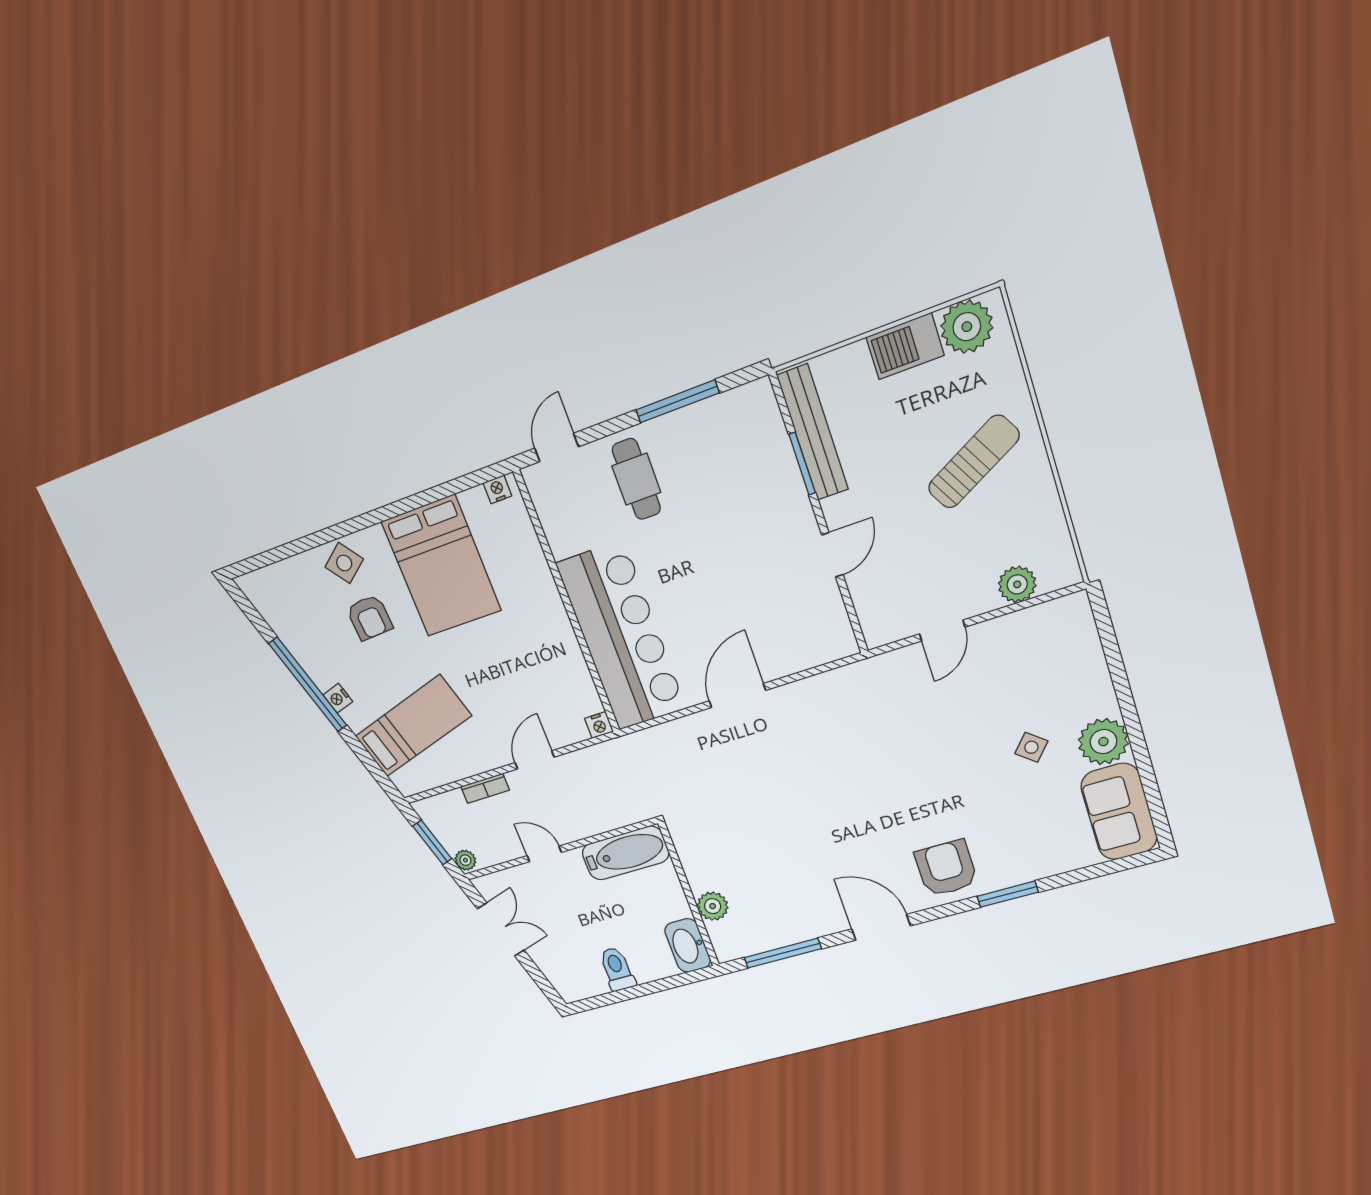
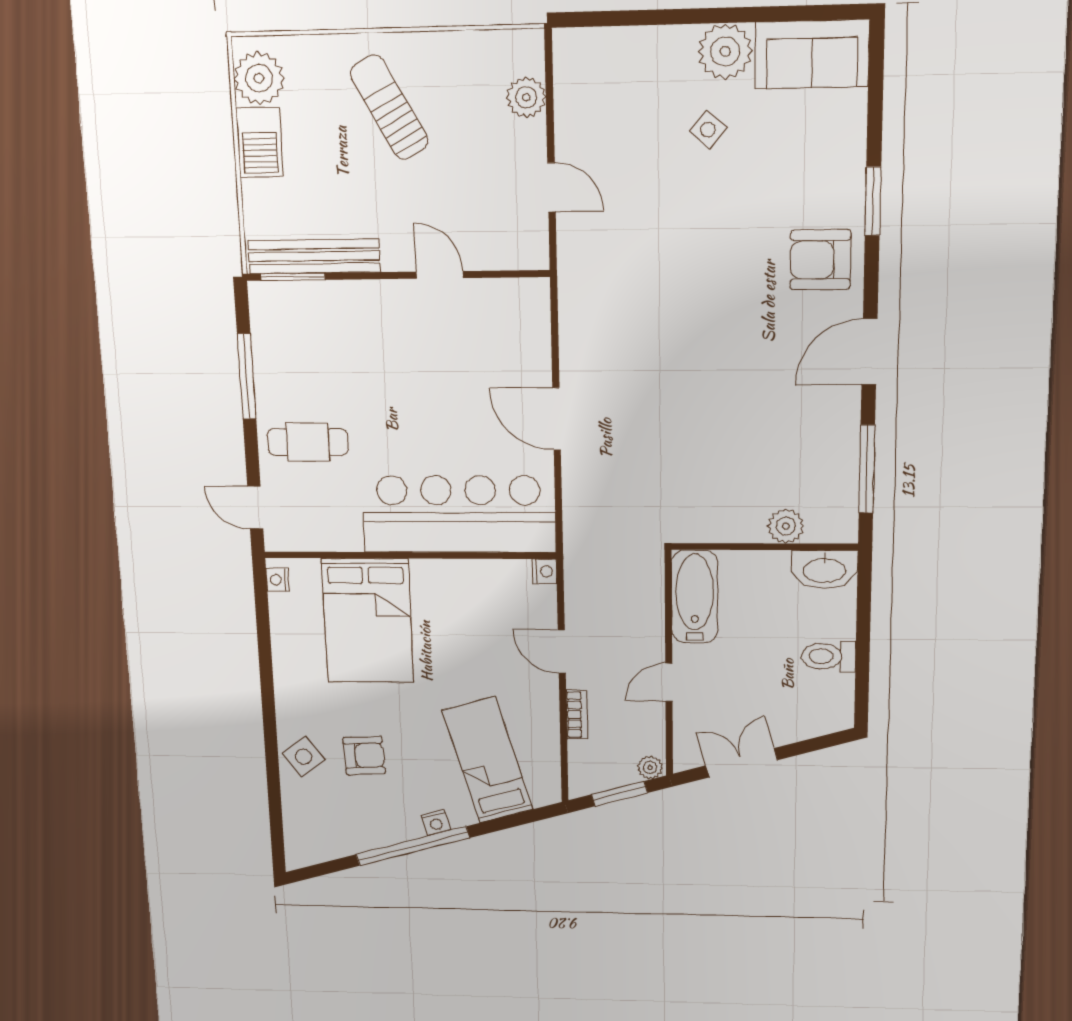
window: (802, 464) -> (293, 277), moved
bed: (441, 566) -> (368, 621), moved, turned 90

